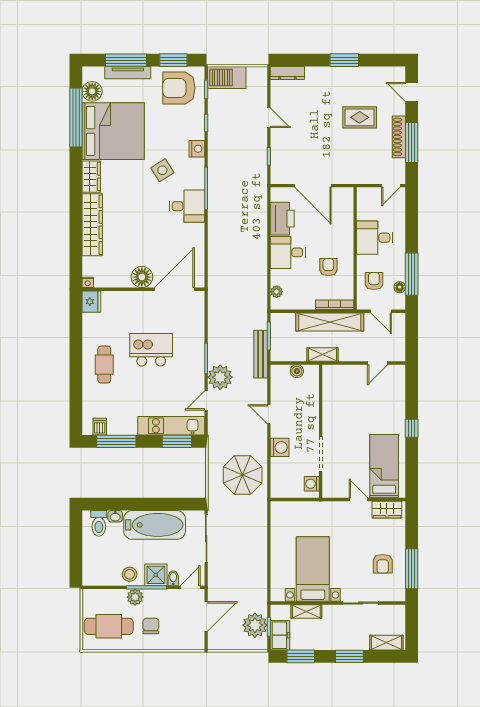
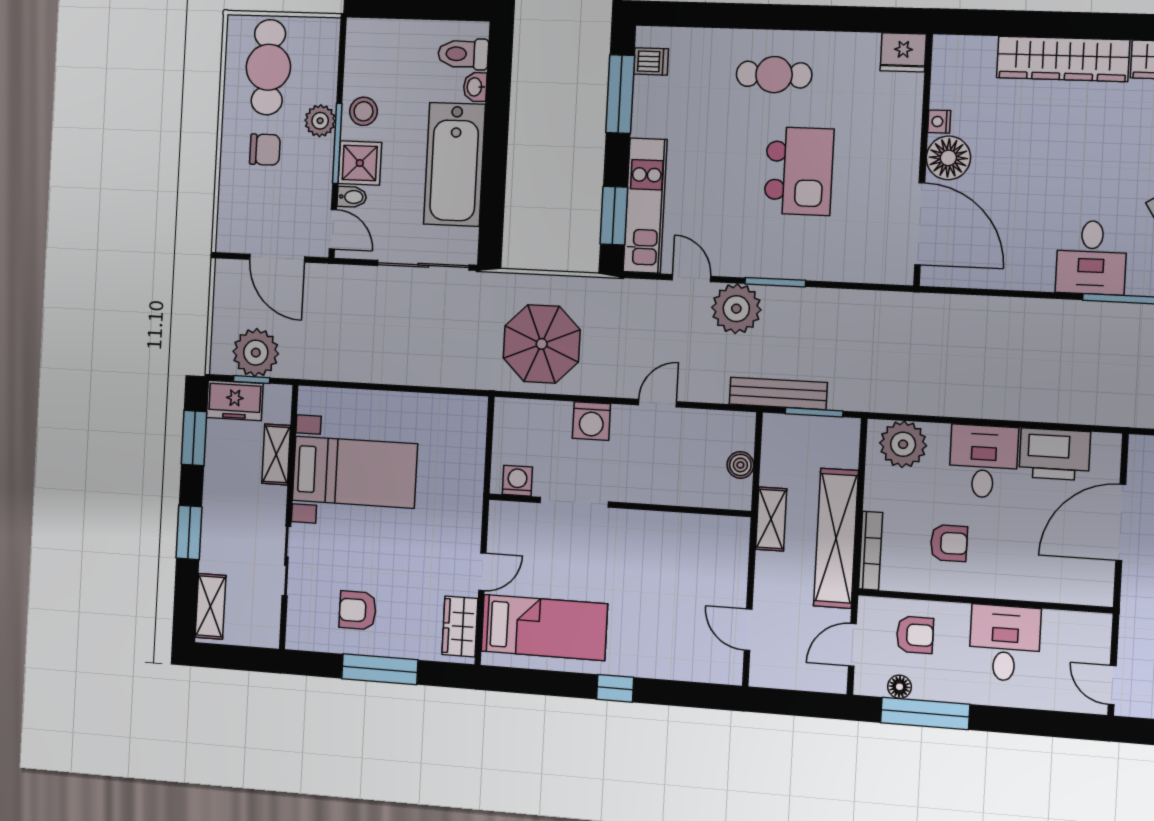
nightstand: (88, 282) -> (939, 122), moved
plant: (277, 292) -> (903, 444), width x1.88, depth x1.88
window: (412, 569) -> (380, 669), moved

